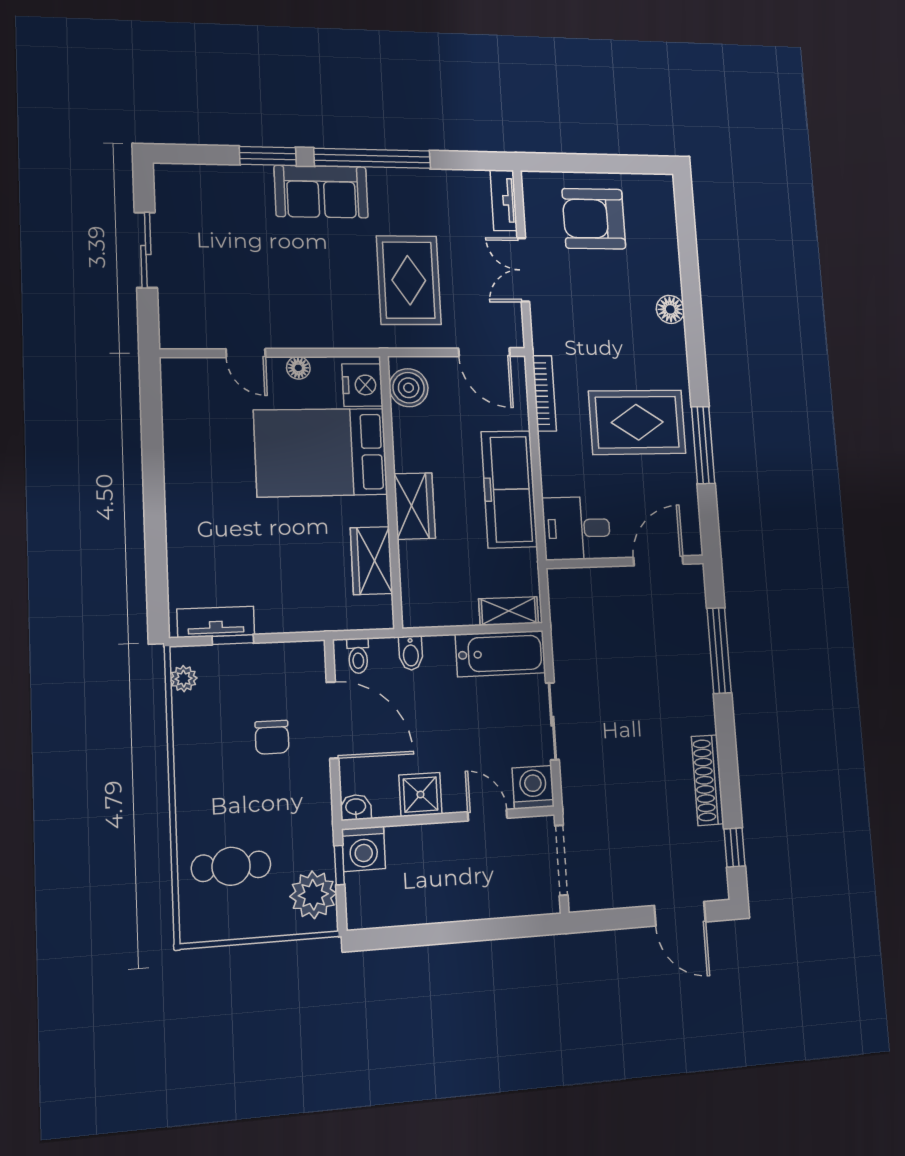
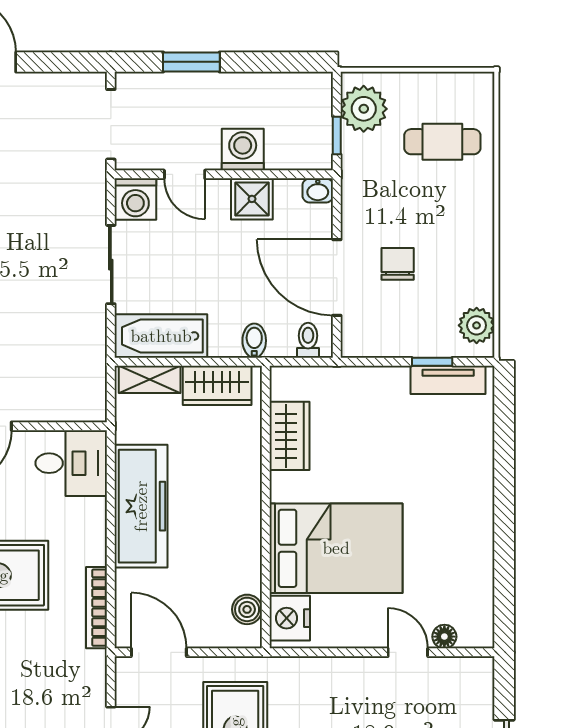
floor lamp: (298, 368) -> (444, 637), moved
boiler: (409, 388) -> (247, 609), width x0.73, depth x0.73
wardrobe: (415, 506) -> (217, 385), moved, turned -90
plant: (184, 679) -> (477, 325), width x1.38, depth x1.38
washing machine: (363, 849) -> (243, 150), moved
window: (488, 930) -> (191, 62), added

